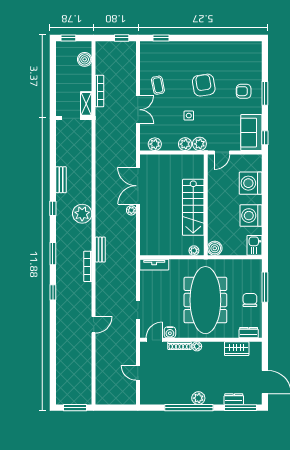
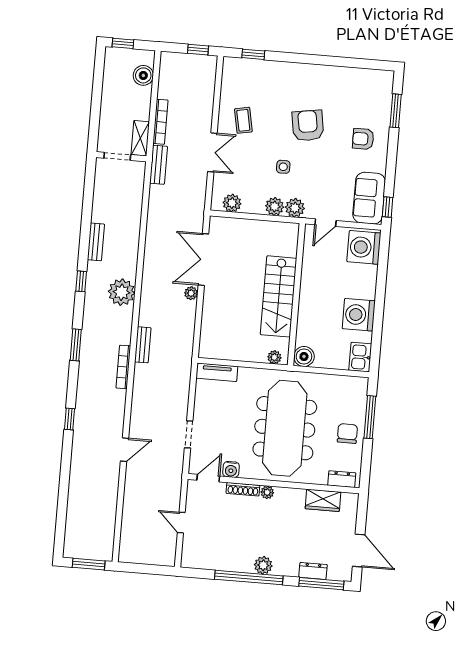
window: (265, 93) -> (396, 111), moved
bench: (101, 122) -> (158, 165), added
washing machine: (251, 183) -> (364, 247), moved
window: (53, 292) -> (70, 419), moved

